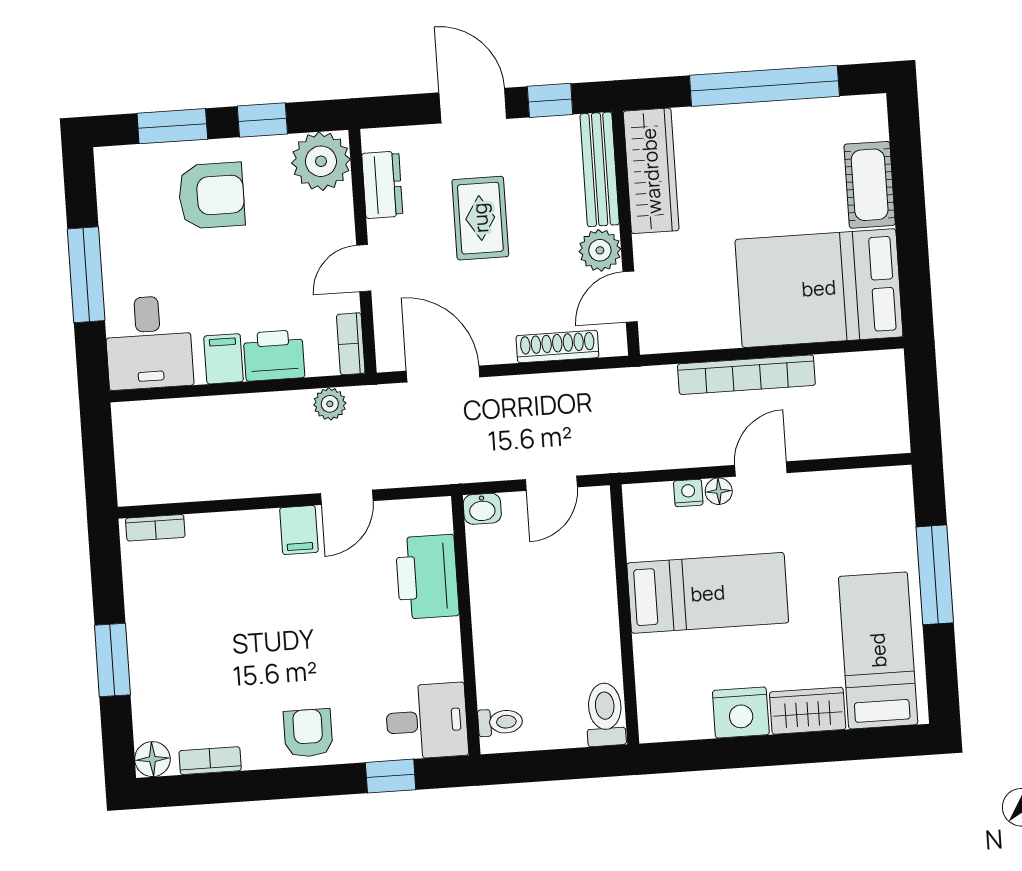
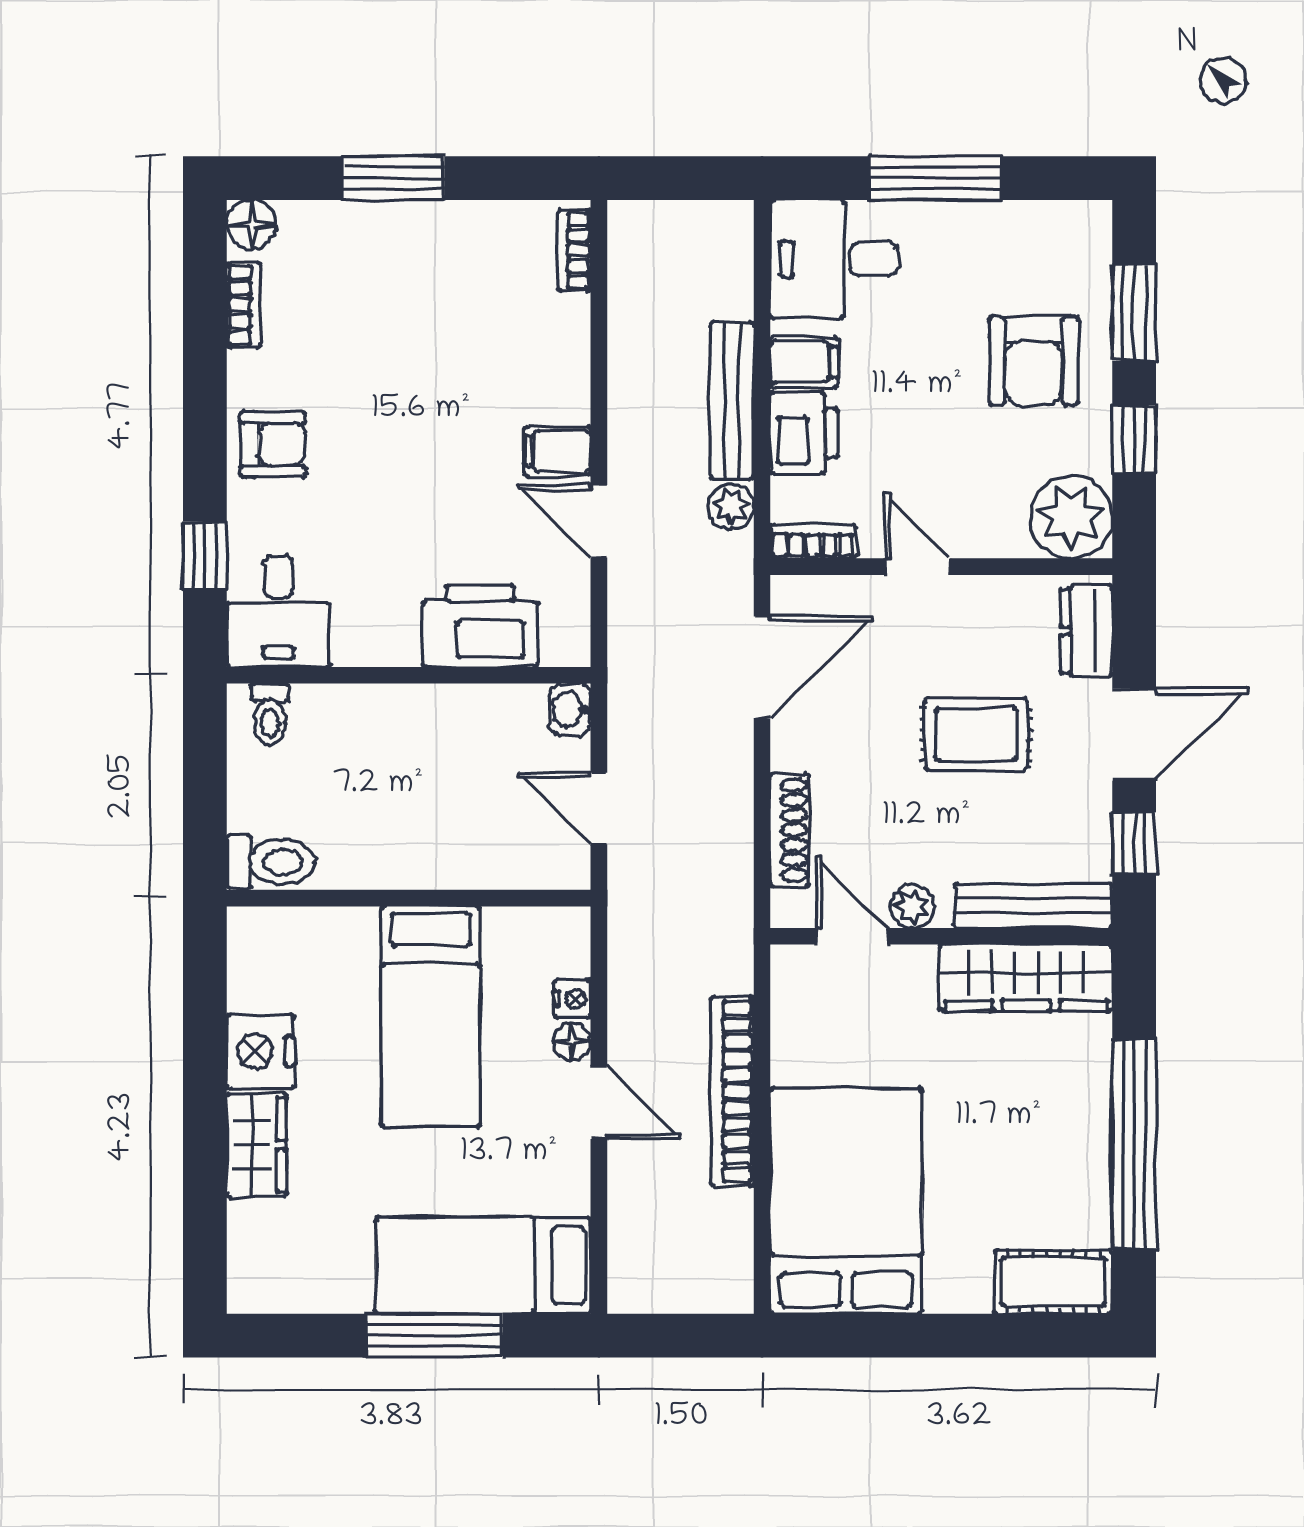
dresser: (382, 185) -> (1087, 631), moved, turned 90
cot: (870, 185) -> (1053, 1282), moved
plant: (600, 250) -> (912, 907), width x0.73, depth x0.73
bench: (254, 408) -> (732, 401), added
bed: (878, 650) -> (483, 1266), moved, turned 180

